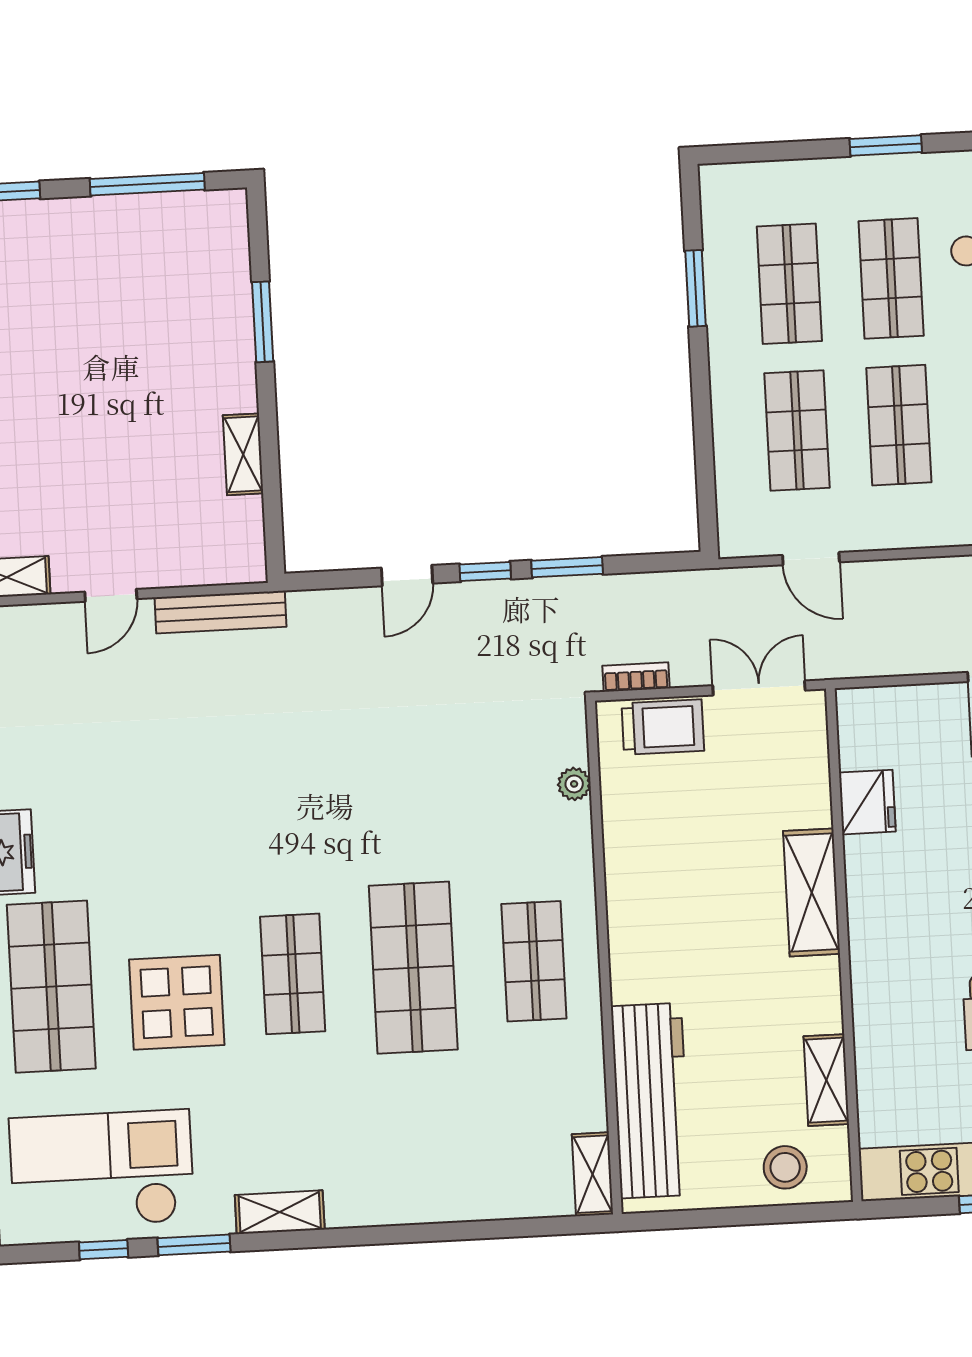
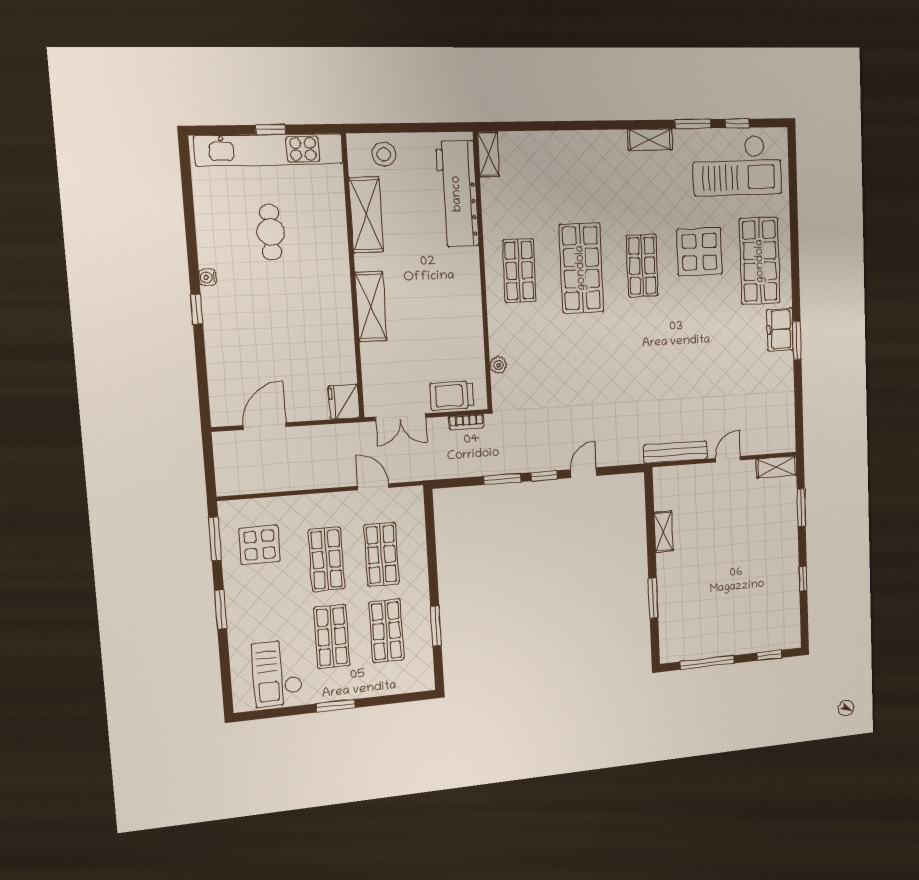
fridge: (867, 802) -> (344, 402), moved
shelving: (826, 1080) -> (366, 215), width x1.50, depth x1.33

